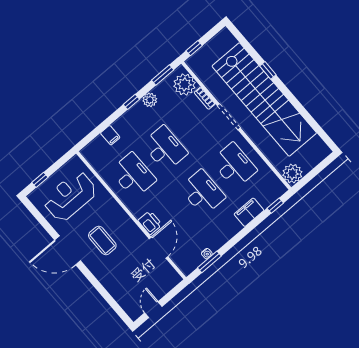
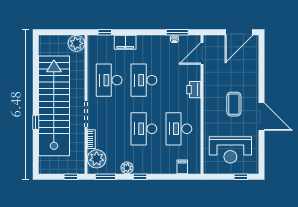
filing cabinet: (110, 135) -> (182, 167), moved
door: (159, 248) -> (202, 53), moved
door: (153, 310) -> (239, 32), width x1.87

